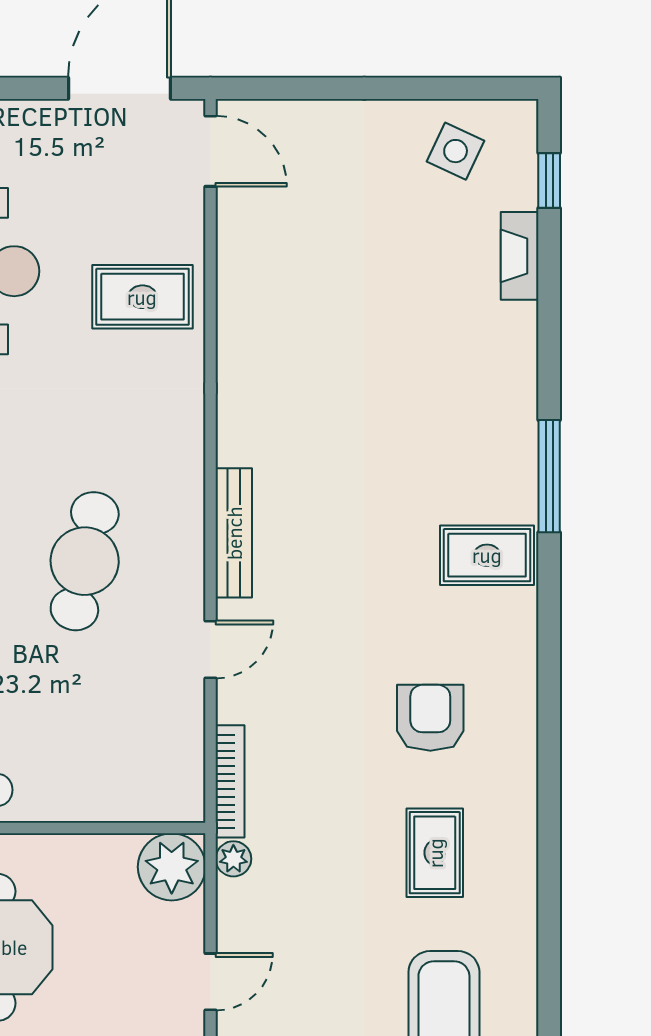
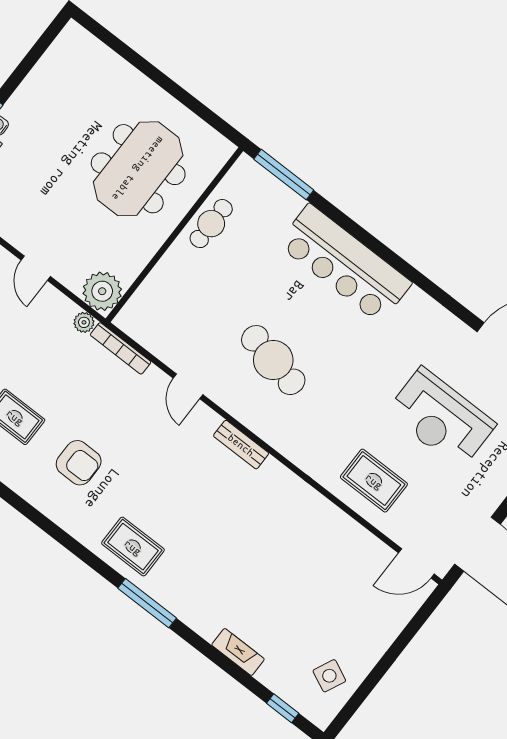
fireplace: (520, 256) -> (238, 652), moved
rug: (142, 297) -> (374, 481), turned 90
bench: (234, 533) -> (241, 445), width x0.73
rug: (487, 555) -> (133, 547), turned 90

